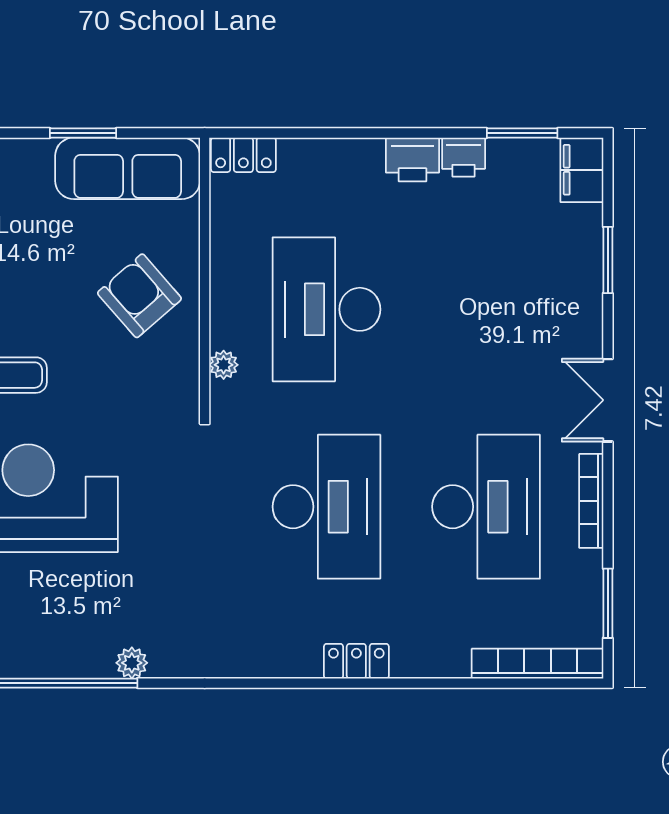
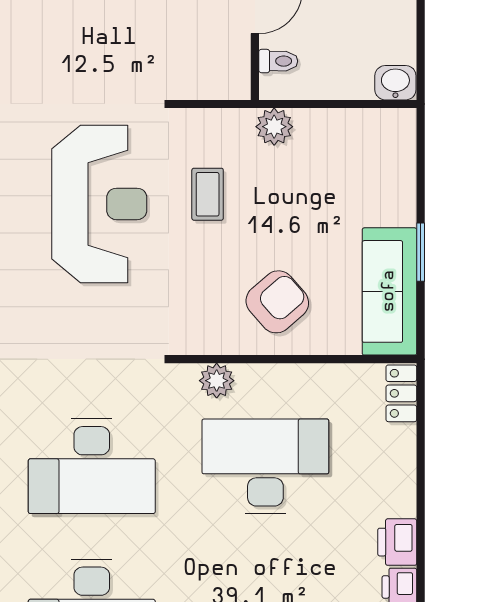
plant: (224, 365) -> (217, 381), width x1.38, depth x1.38

